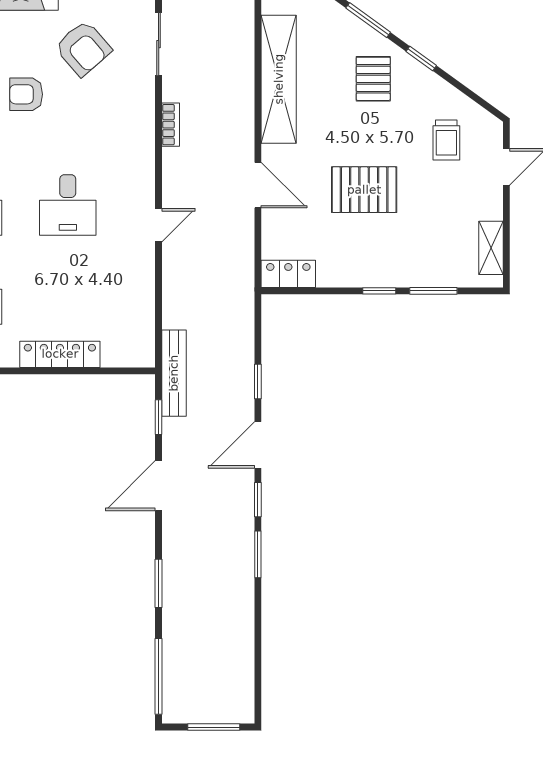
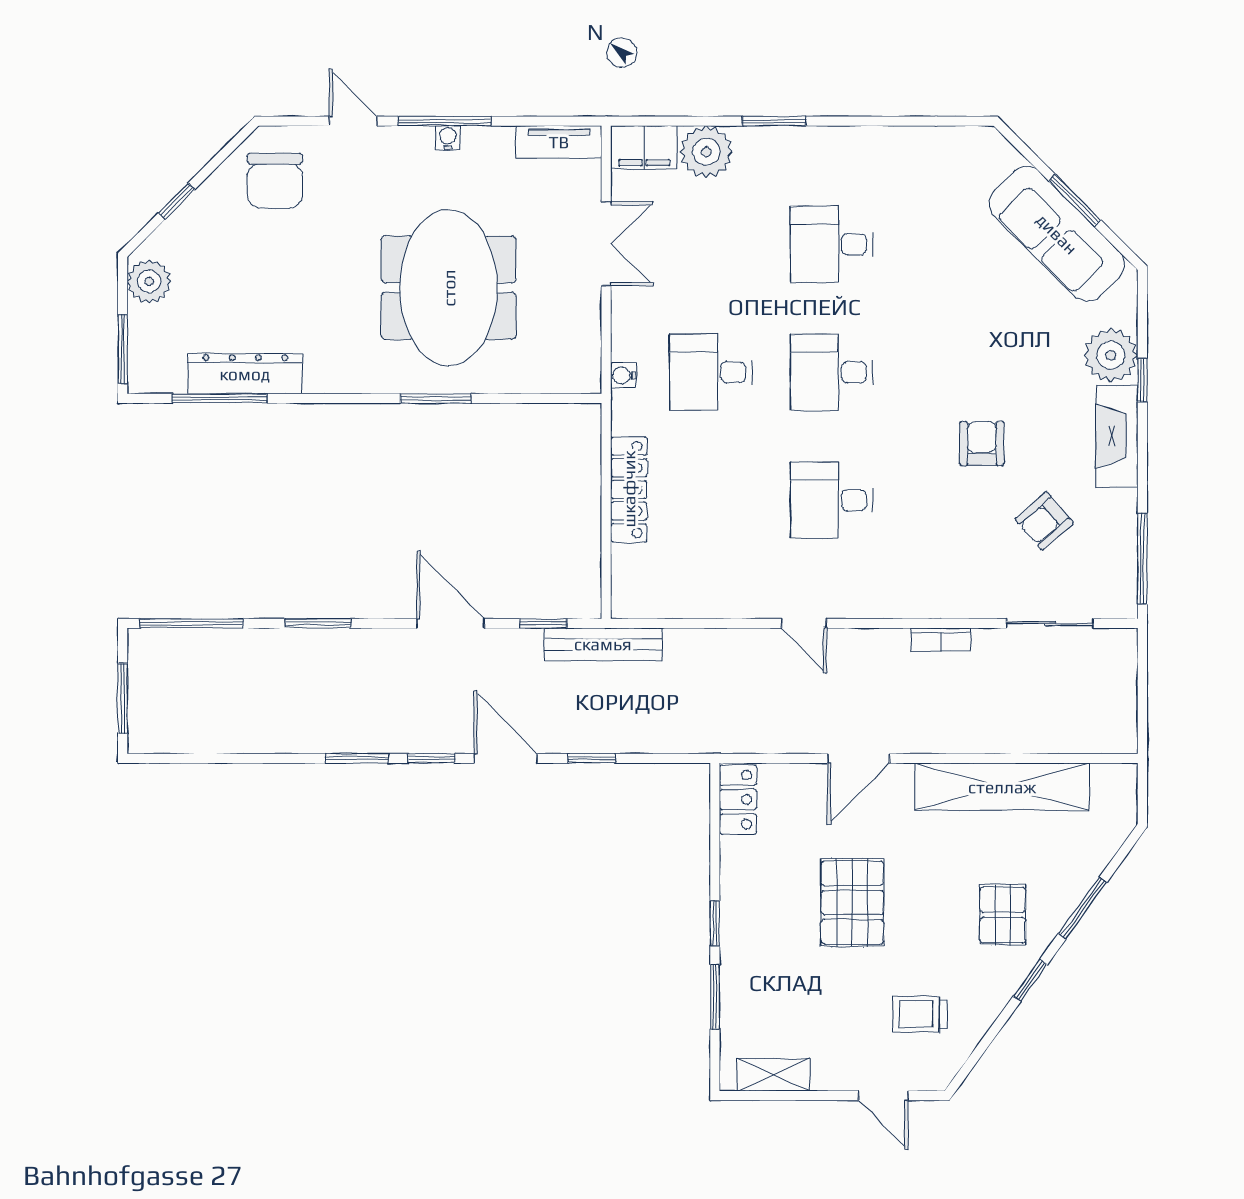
armchair: (83, 48) -> (1044, 521), width x0.72, depth x0.72
pallet: (373, 79) -> (1003, 915), turned 90

